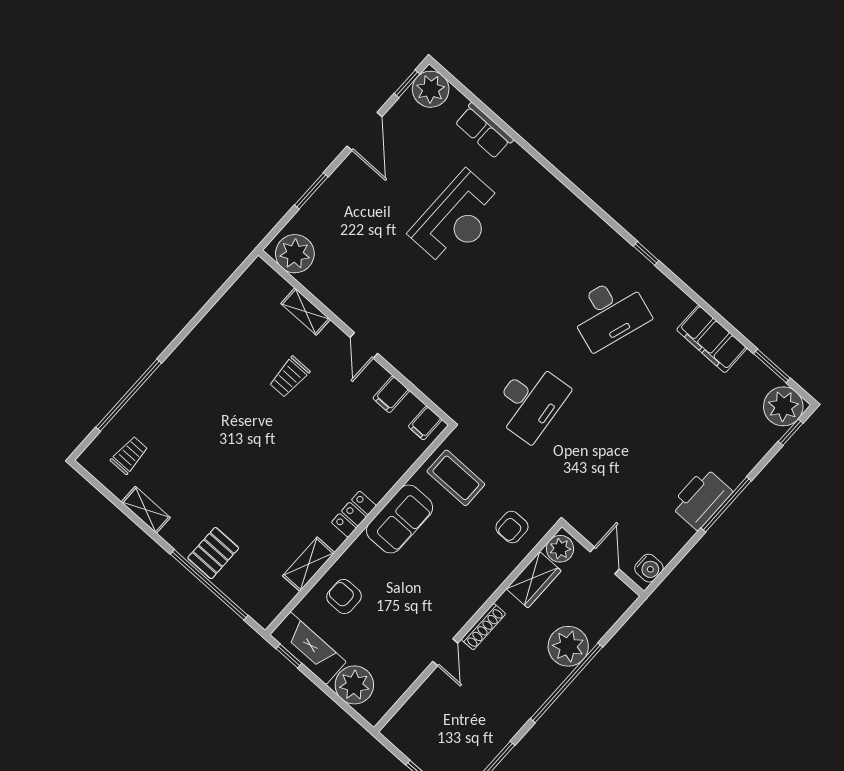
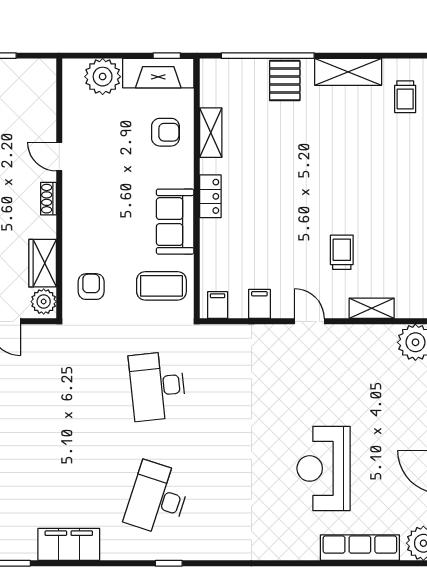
row of seats: (484, 131) -> (360, 548), width x1.48
shelving: (146, 510) -> (348, 72), width x1.50, depth x1.33
shoe rack: (483, 627) -> (48, 199), width x0.70

